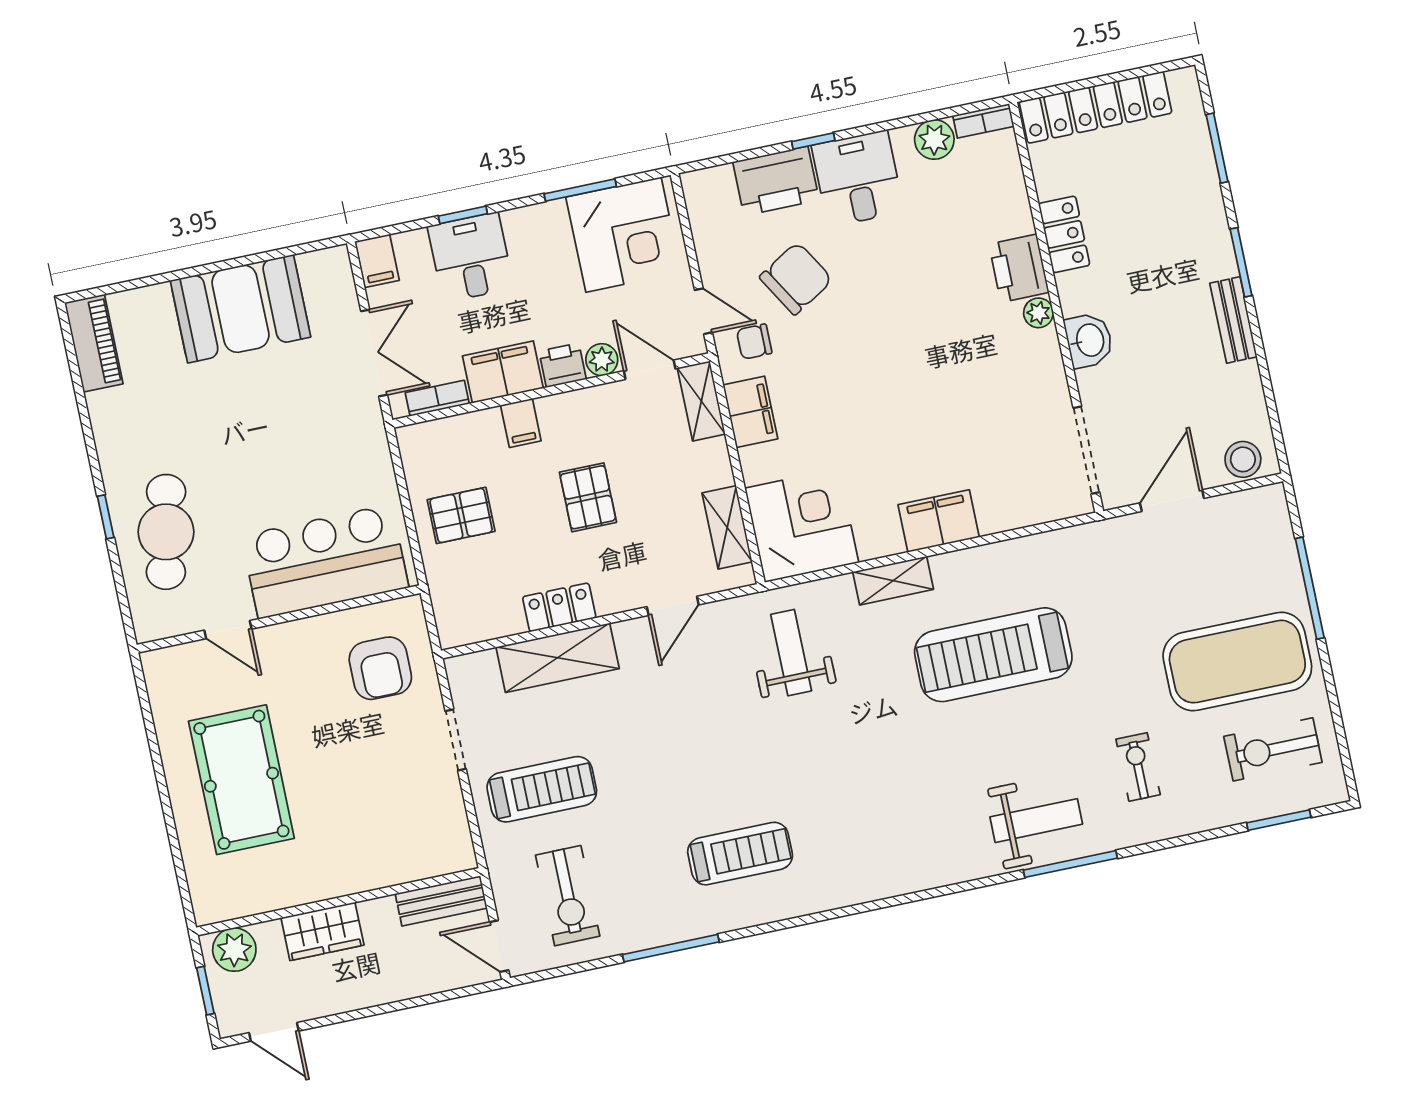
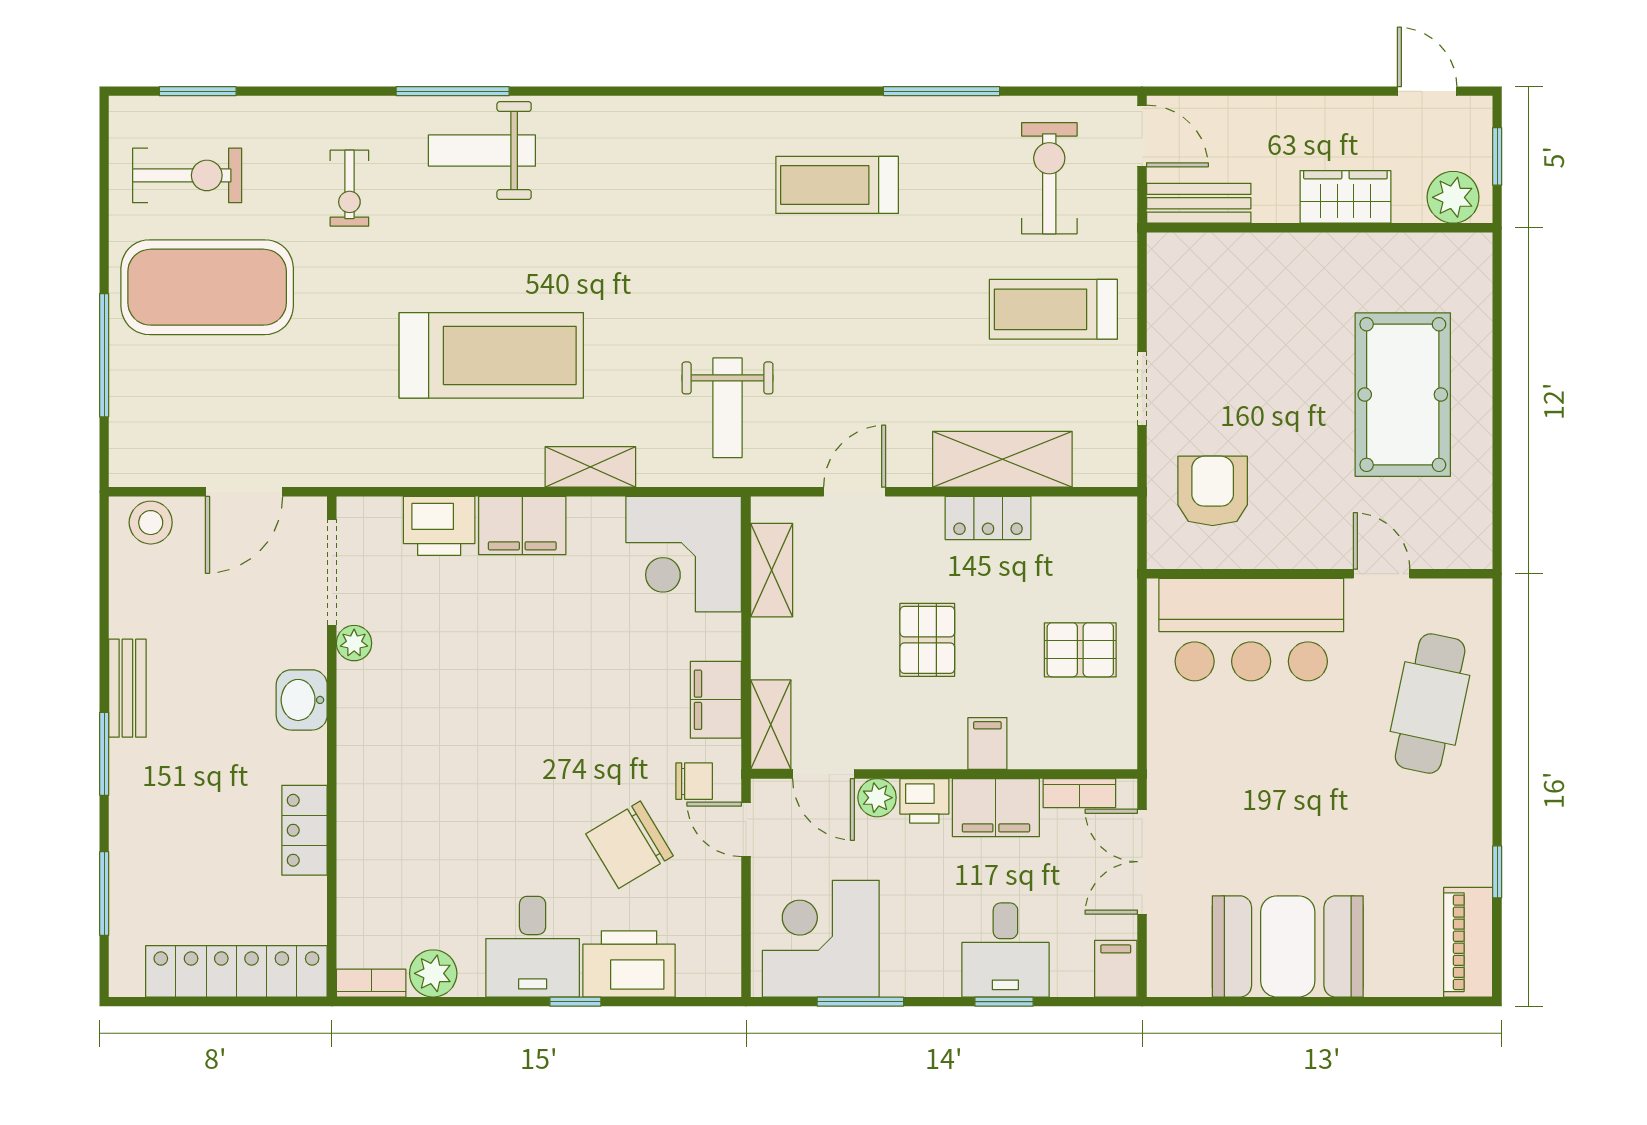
printer: (1019, 268) -> (439, 526), moved, turned 90
plant: (1038, 313) -> (354, 643), moved
window: (106, 517) -> (1497, 872), moved

